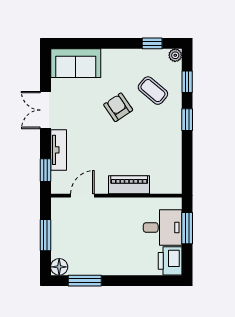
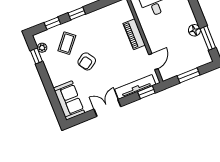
plant: (175, 55) -> (42, 48), moved
double door: (45, 110) -> (107, 108), swing flipped
tv unit: (59, 150) -> (135, 87), width x1.41
door: (82, 196) -> (153, 62), swing flipped
floor lamp: (59, 267) -> (194, 30), moved

